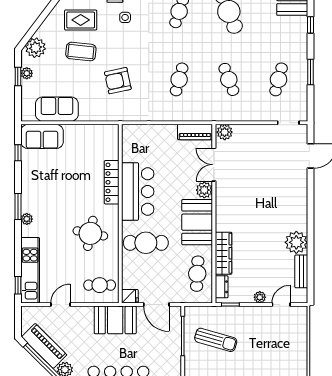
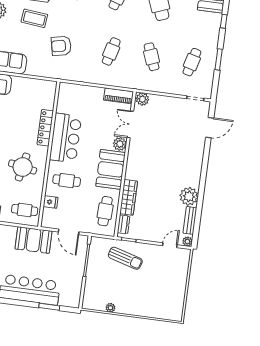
cafe table: (146, 243) -> (67, 181), width x0.73, depth x0.74
fridge: (130, 296) -> (51, 202), moved
plant: (260, 297) -> (187, 241), moved
sun lounger: (216, 340) -> (125, 258), moved

